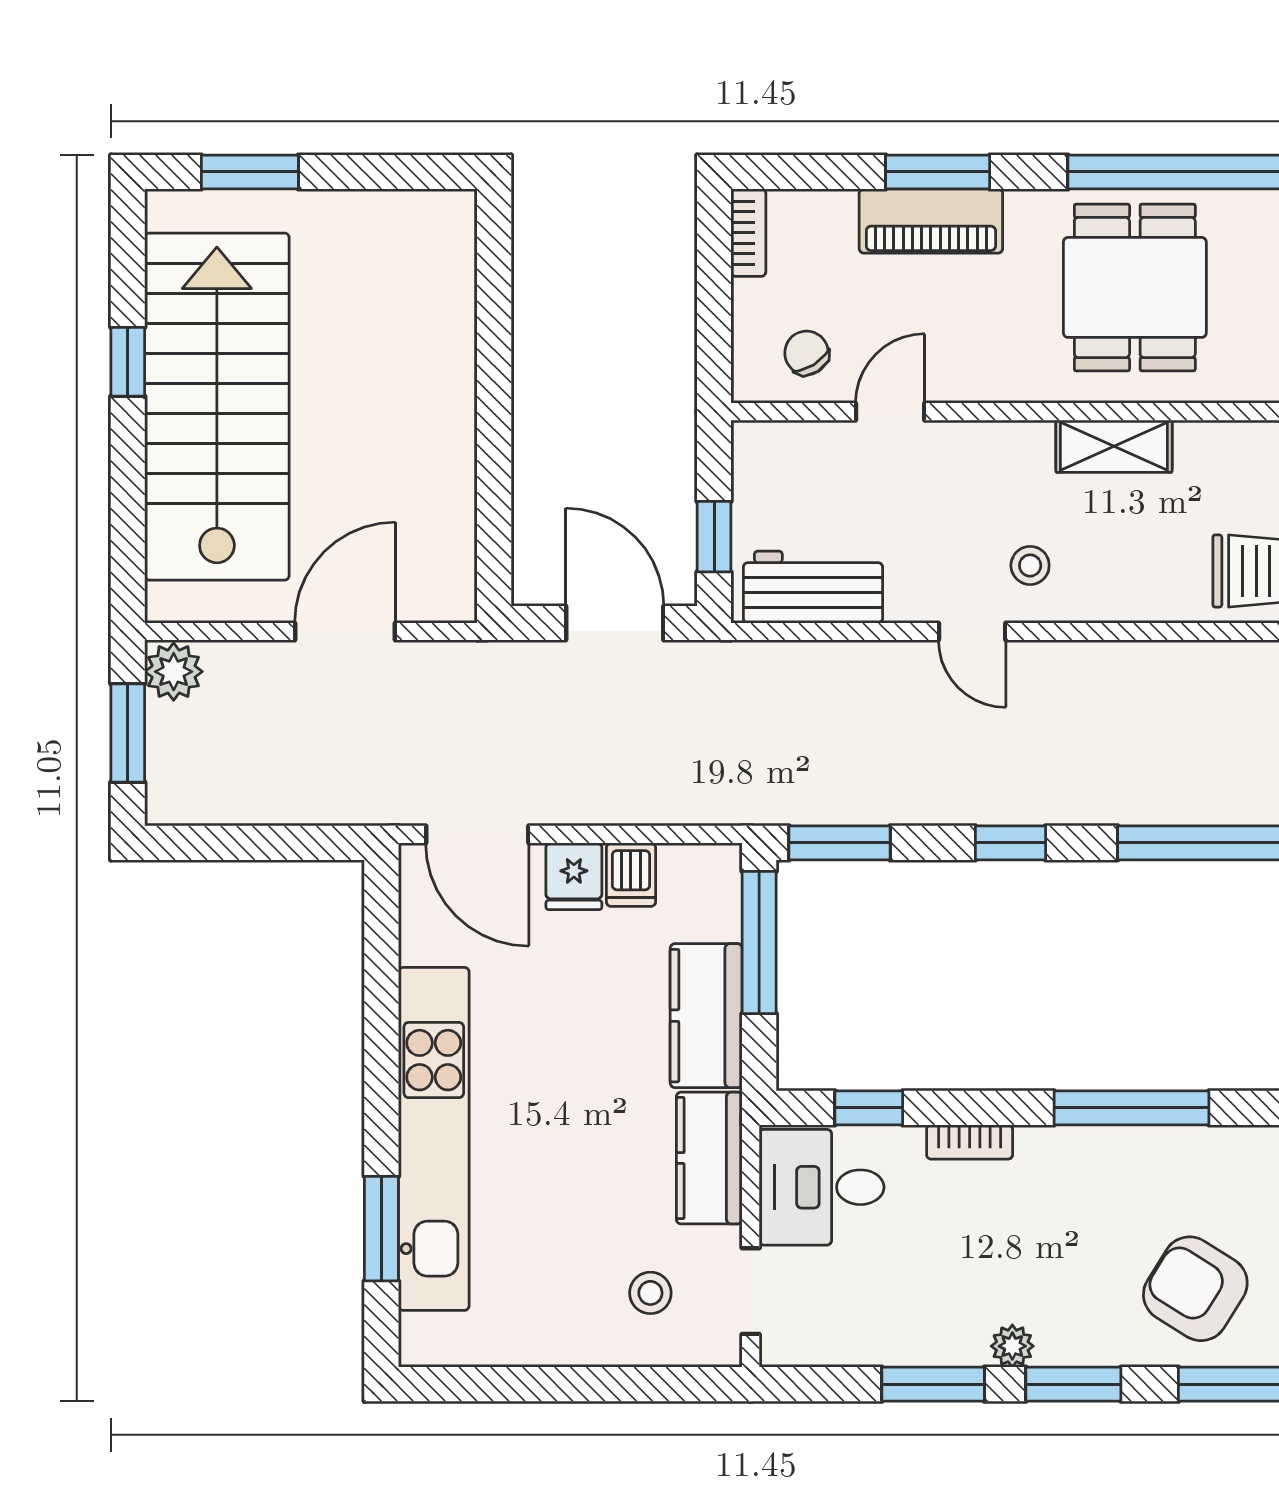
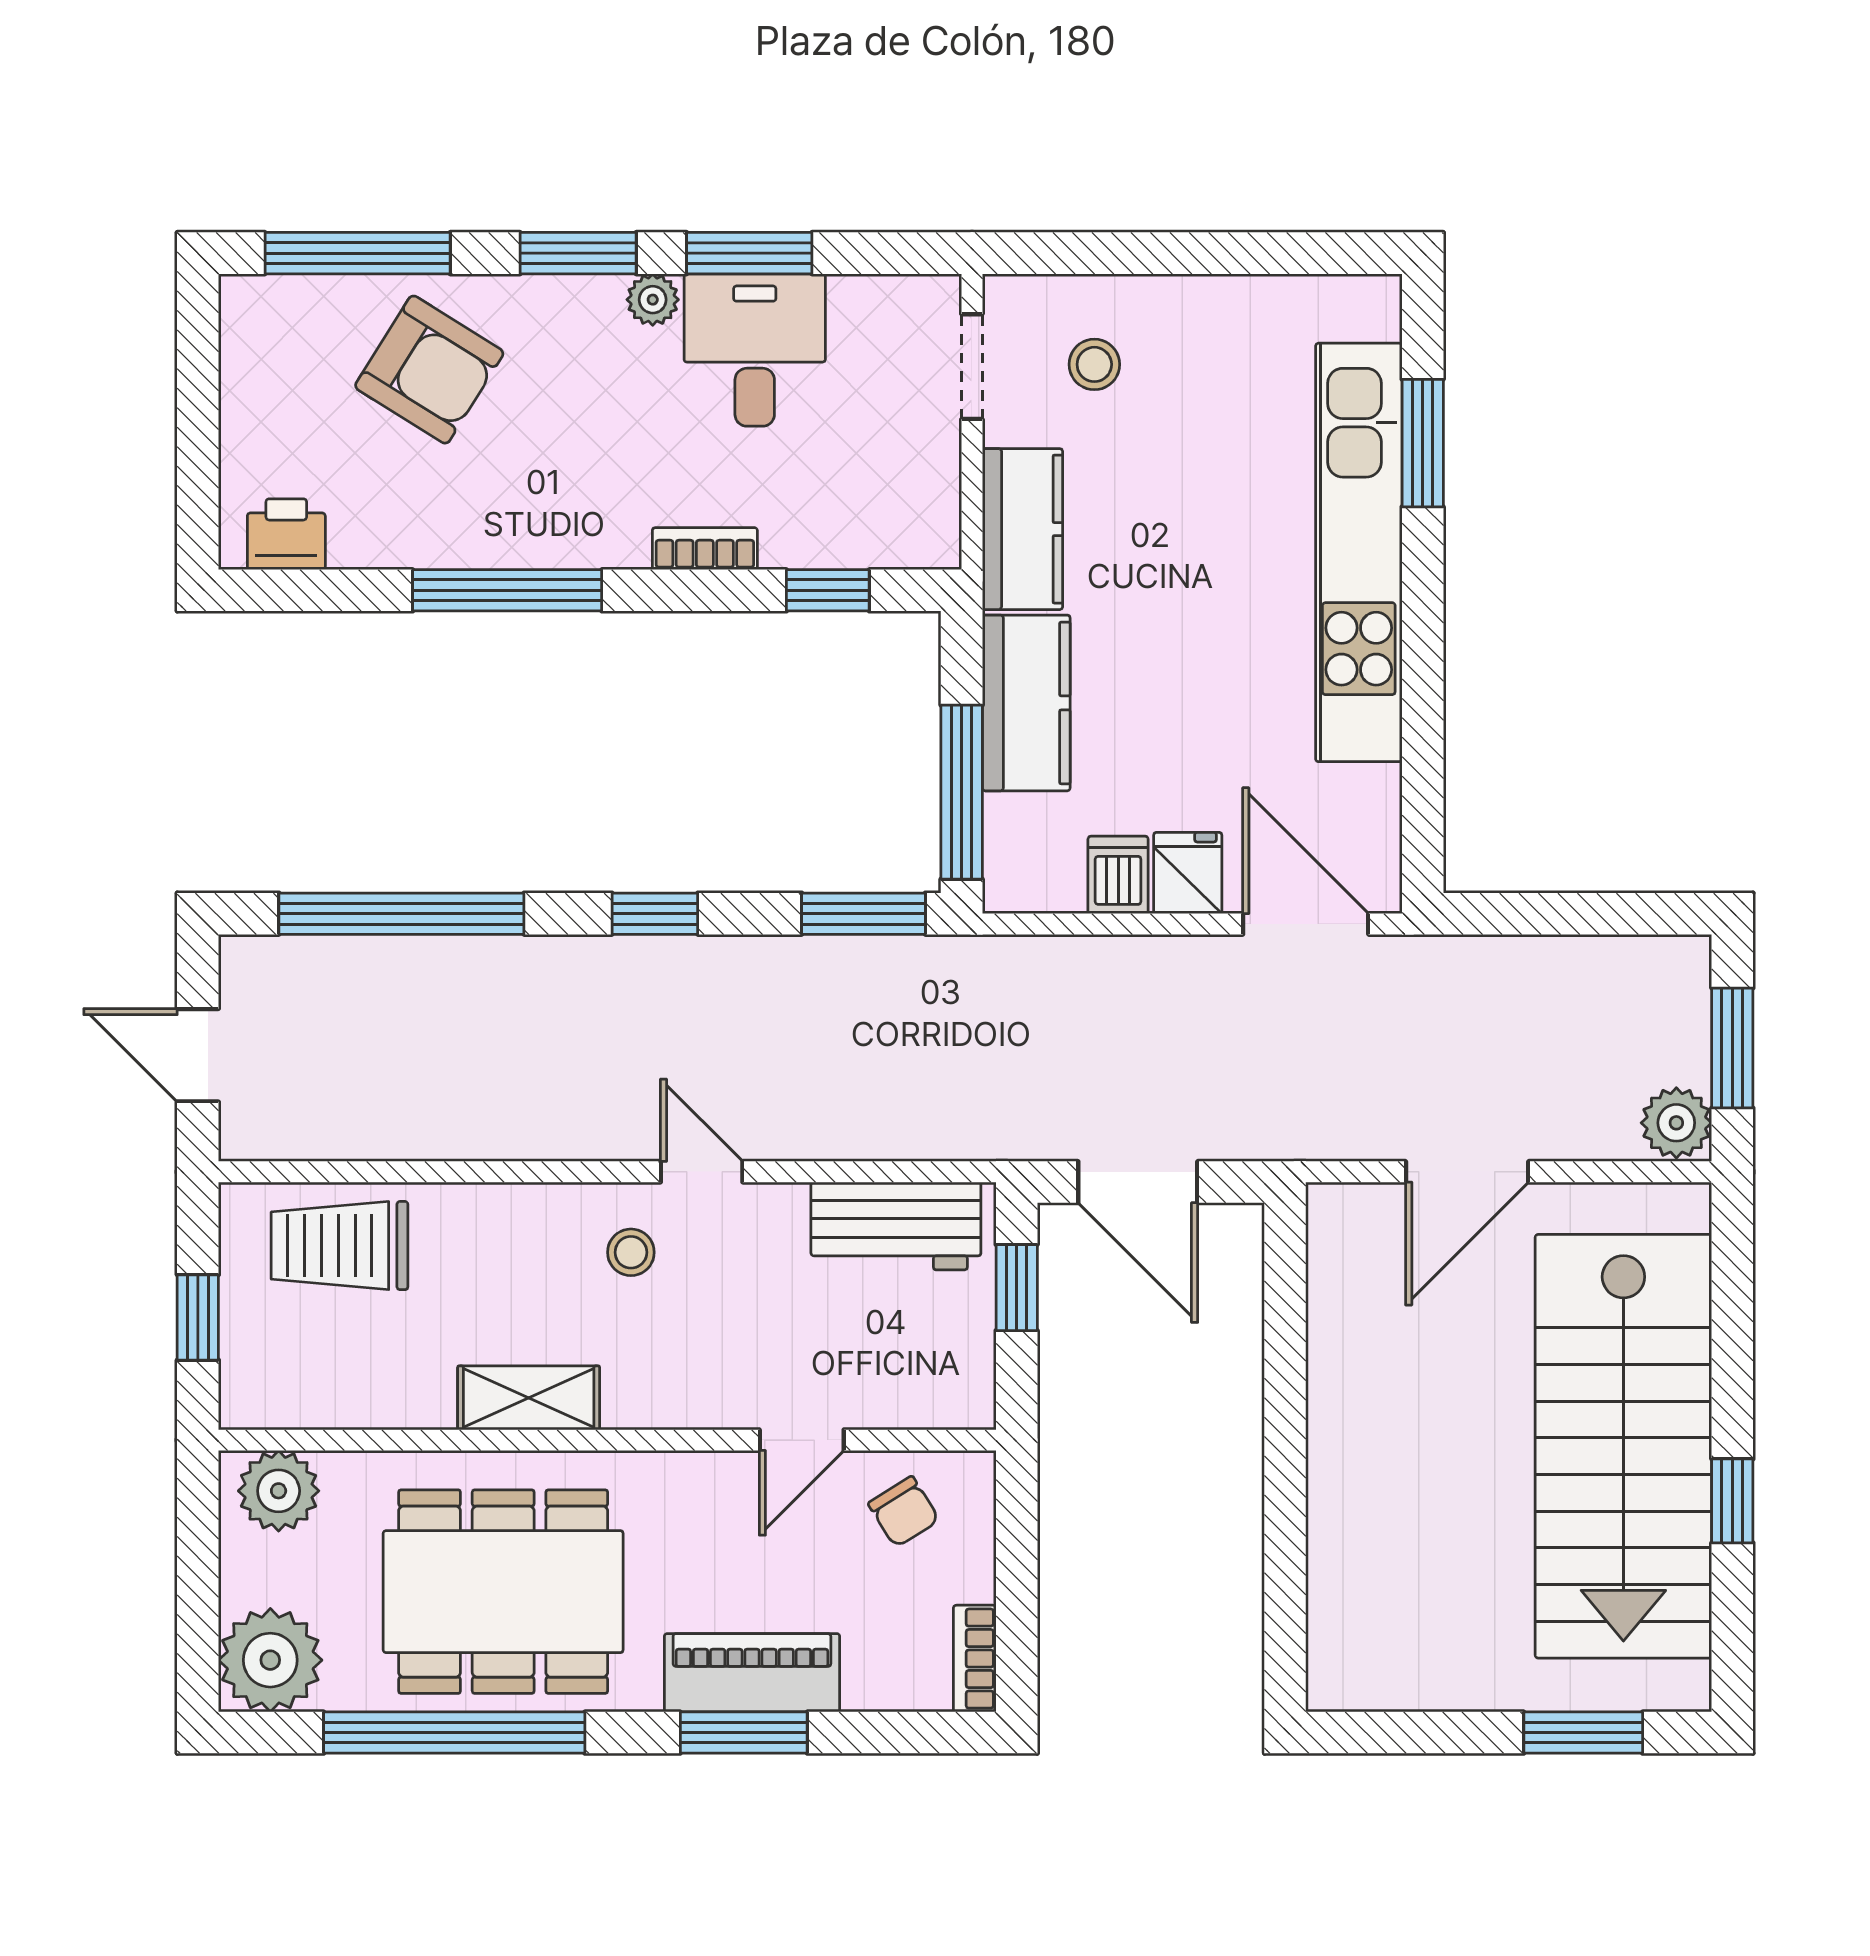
dining table: (1135, 287) -> (503, 1592), width x1.38
desk: (822, 1187) -> (755, 350), moved, turned -90

